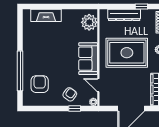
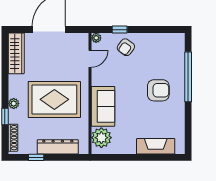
sofa: (88, 59) -> (103, 106), moved
armchair: (40, 84) -> (158, 90), moved, turned -90
door: (98, 85) -> (90, 59), hinge flipped

